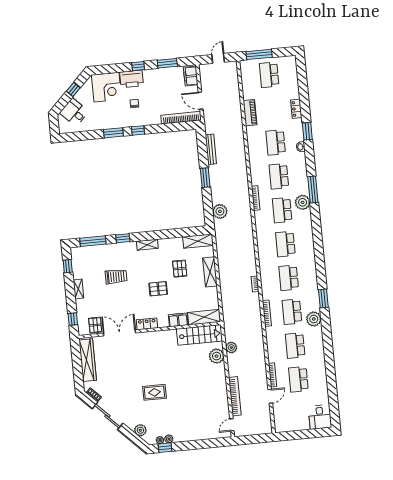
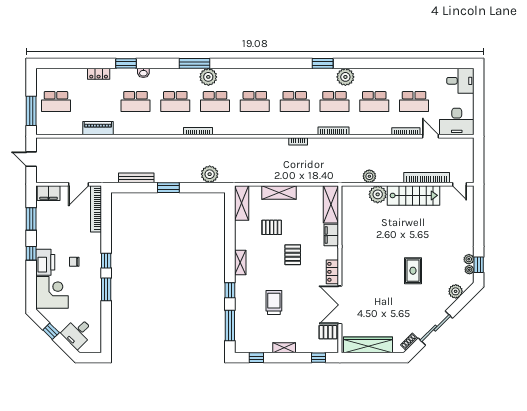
stairs: (200, 335) -> (414, 195), moved, turned 90
desk: (285, 417) -> (457, 121), added

